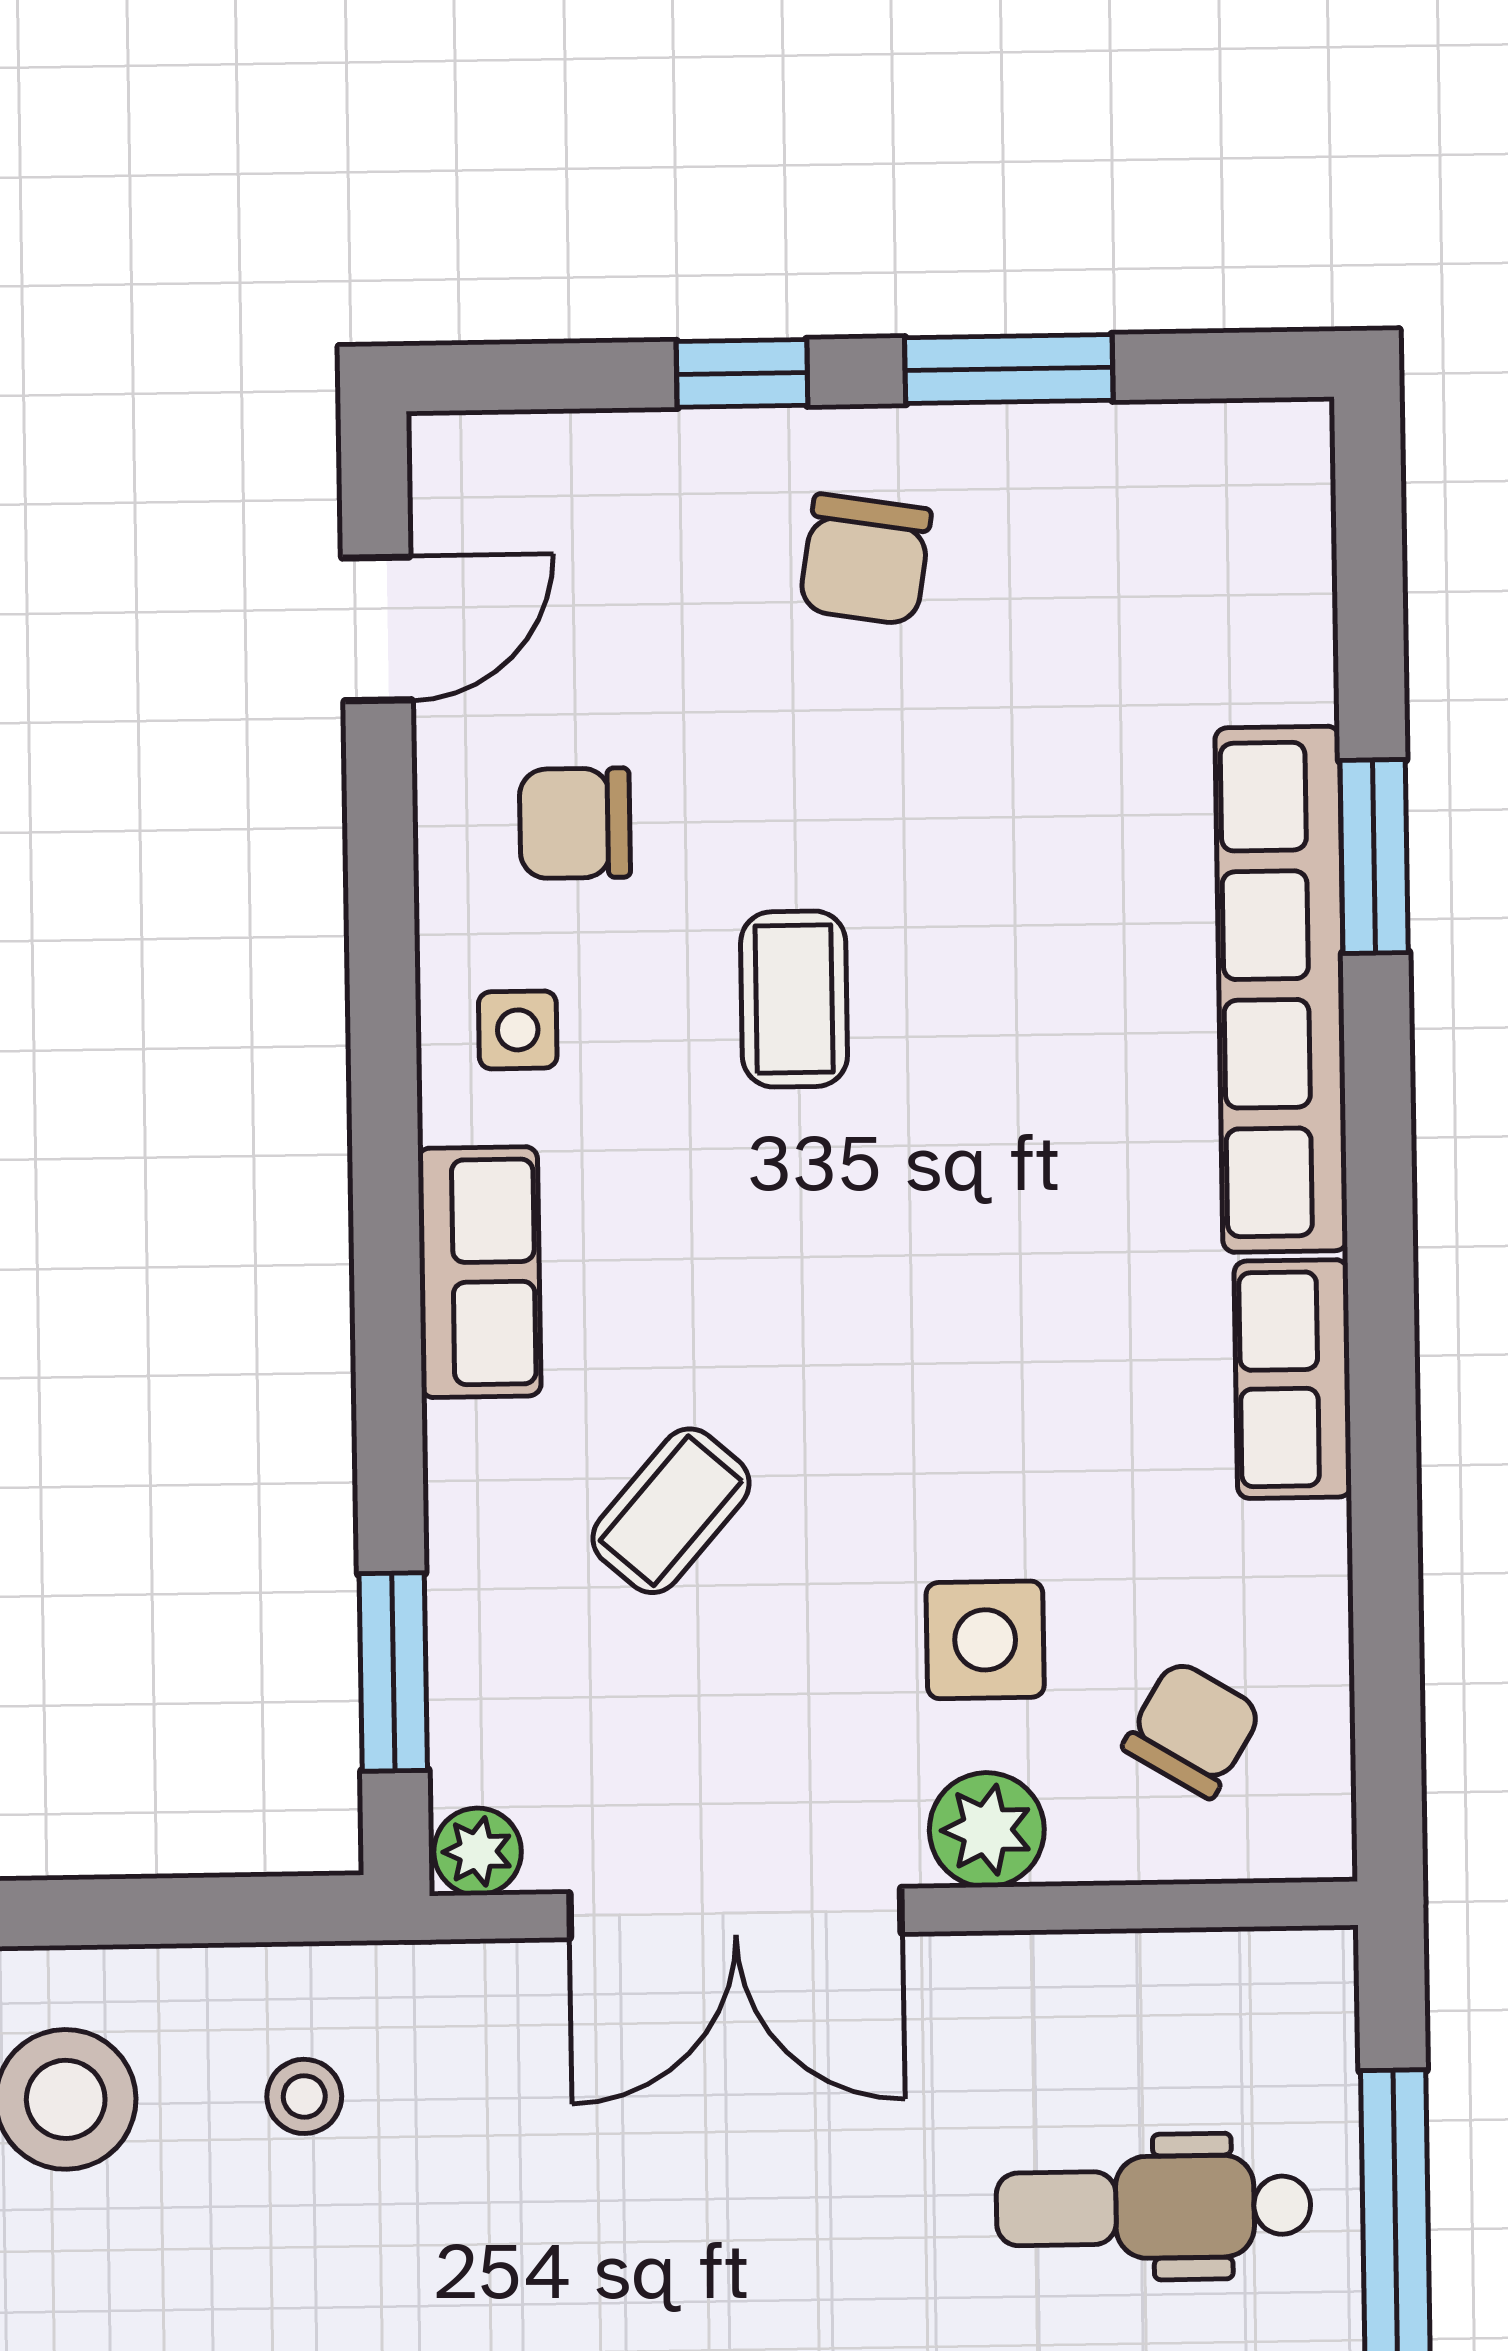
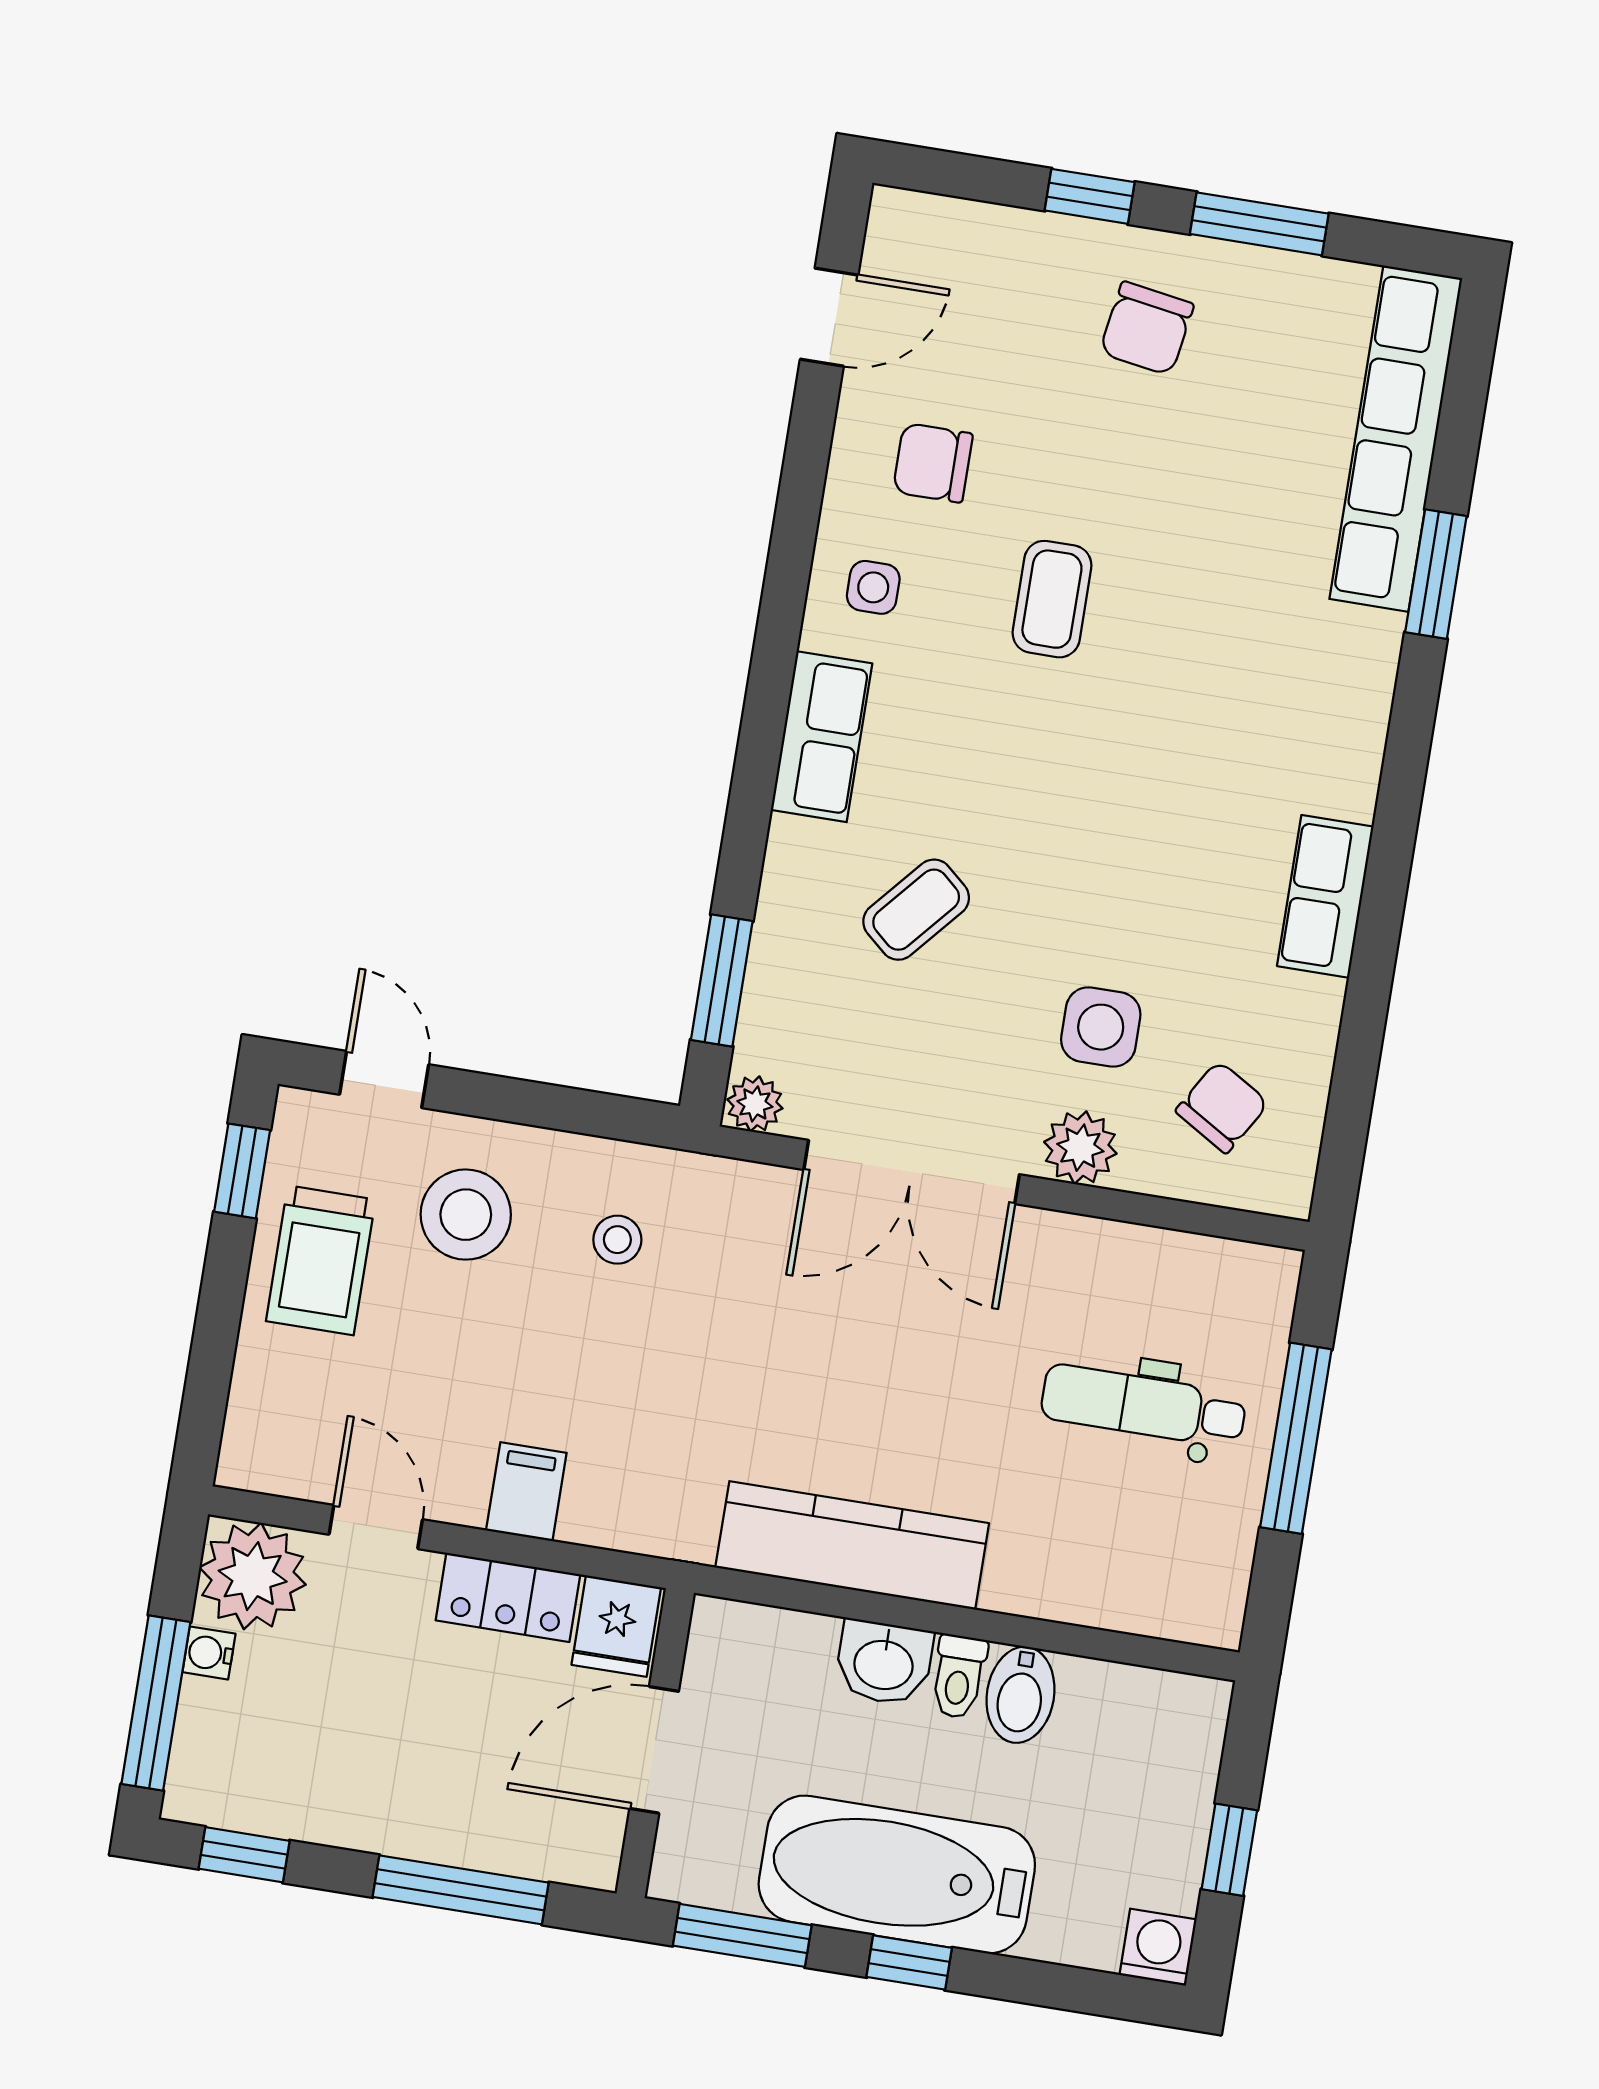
row of seats: (1281, 989) -> (1396, 439), moved

